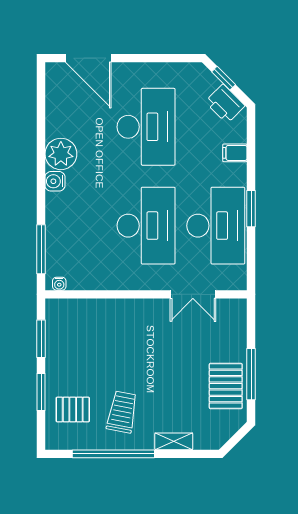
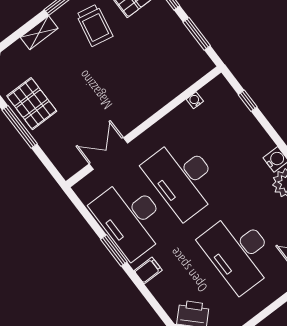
filing cabinet: (235, 153) -> (148, 270), moved
window: (41, 249) -> (248, 101), width x0.46
water cooler: (59, 284) -> (195, 100), moved

